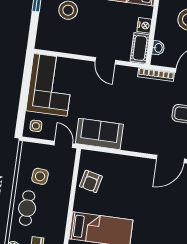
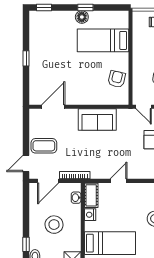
door: (105, 61) -> (118, 181), hinge flipped
sofa: (99, 134) -> (97, 119), moved

